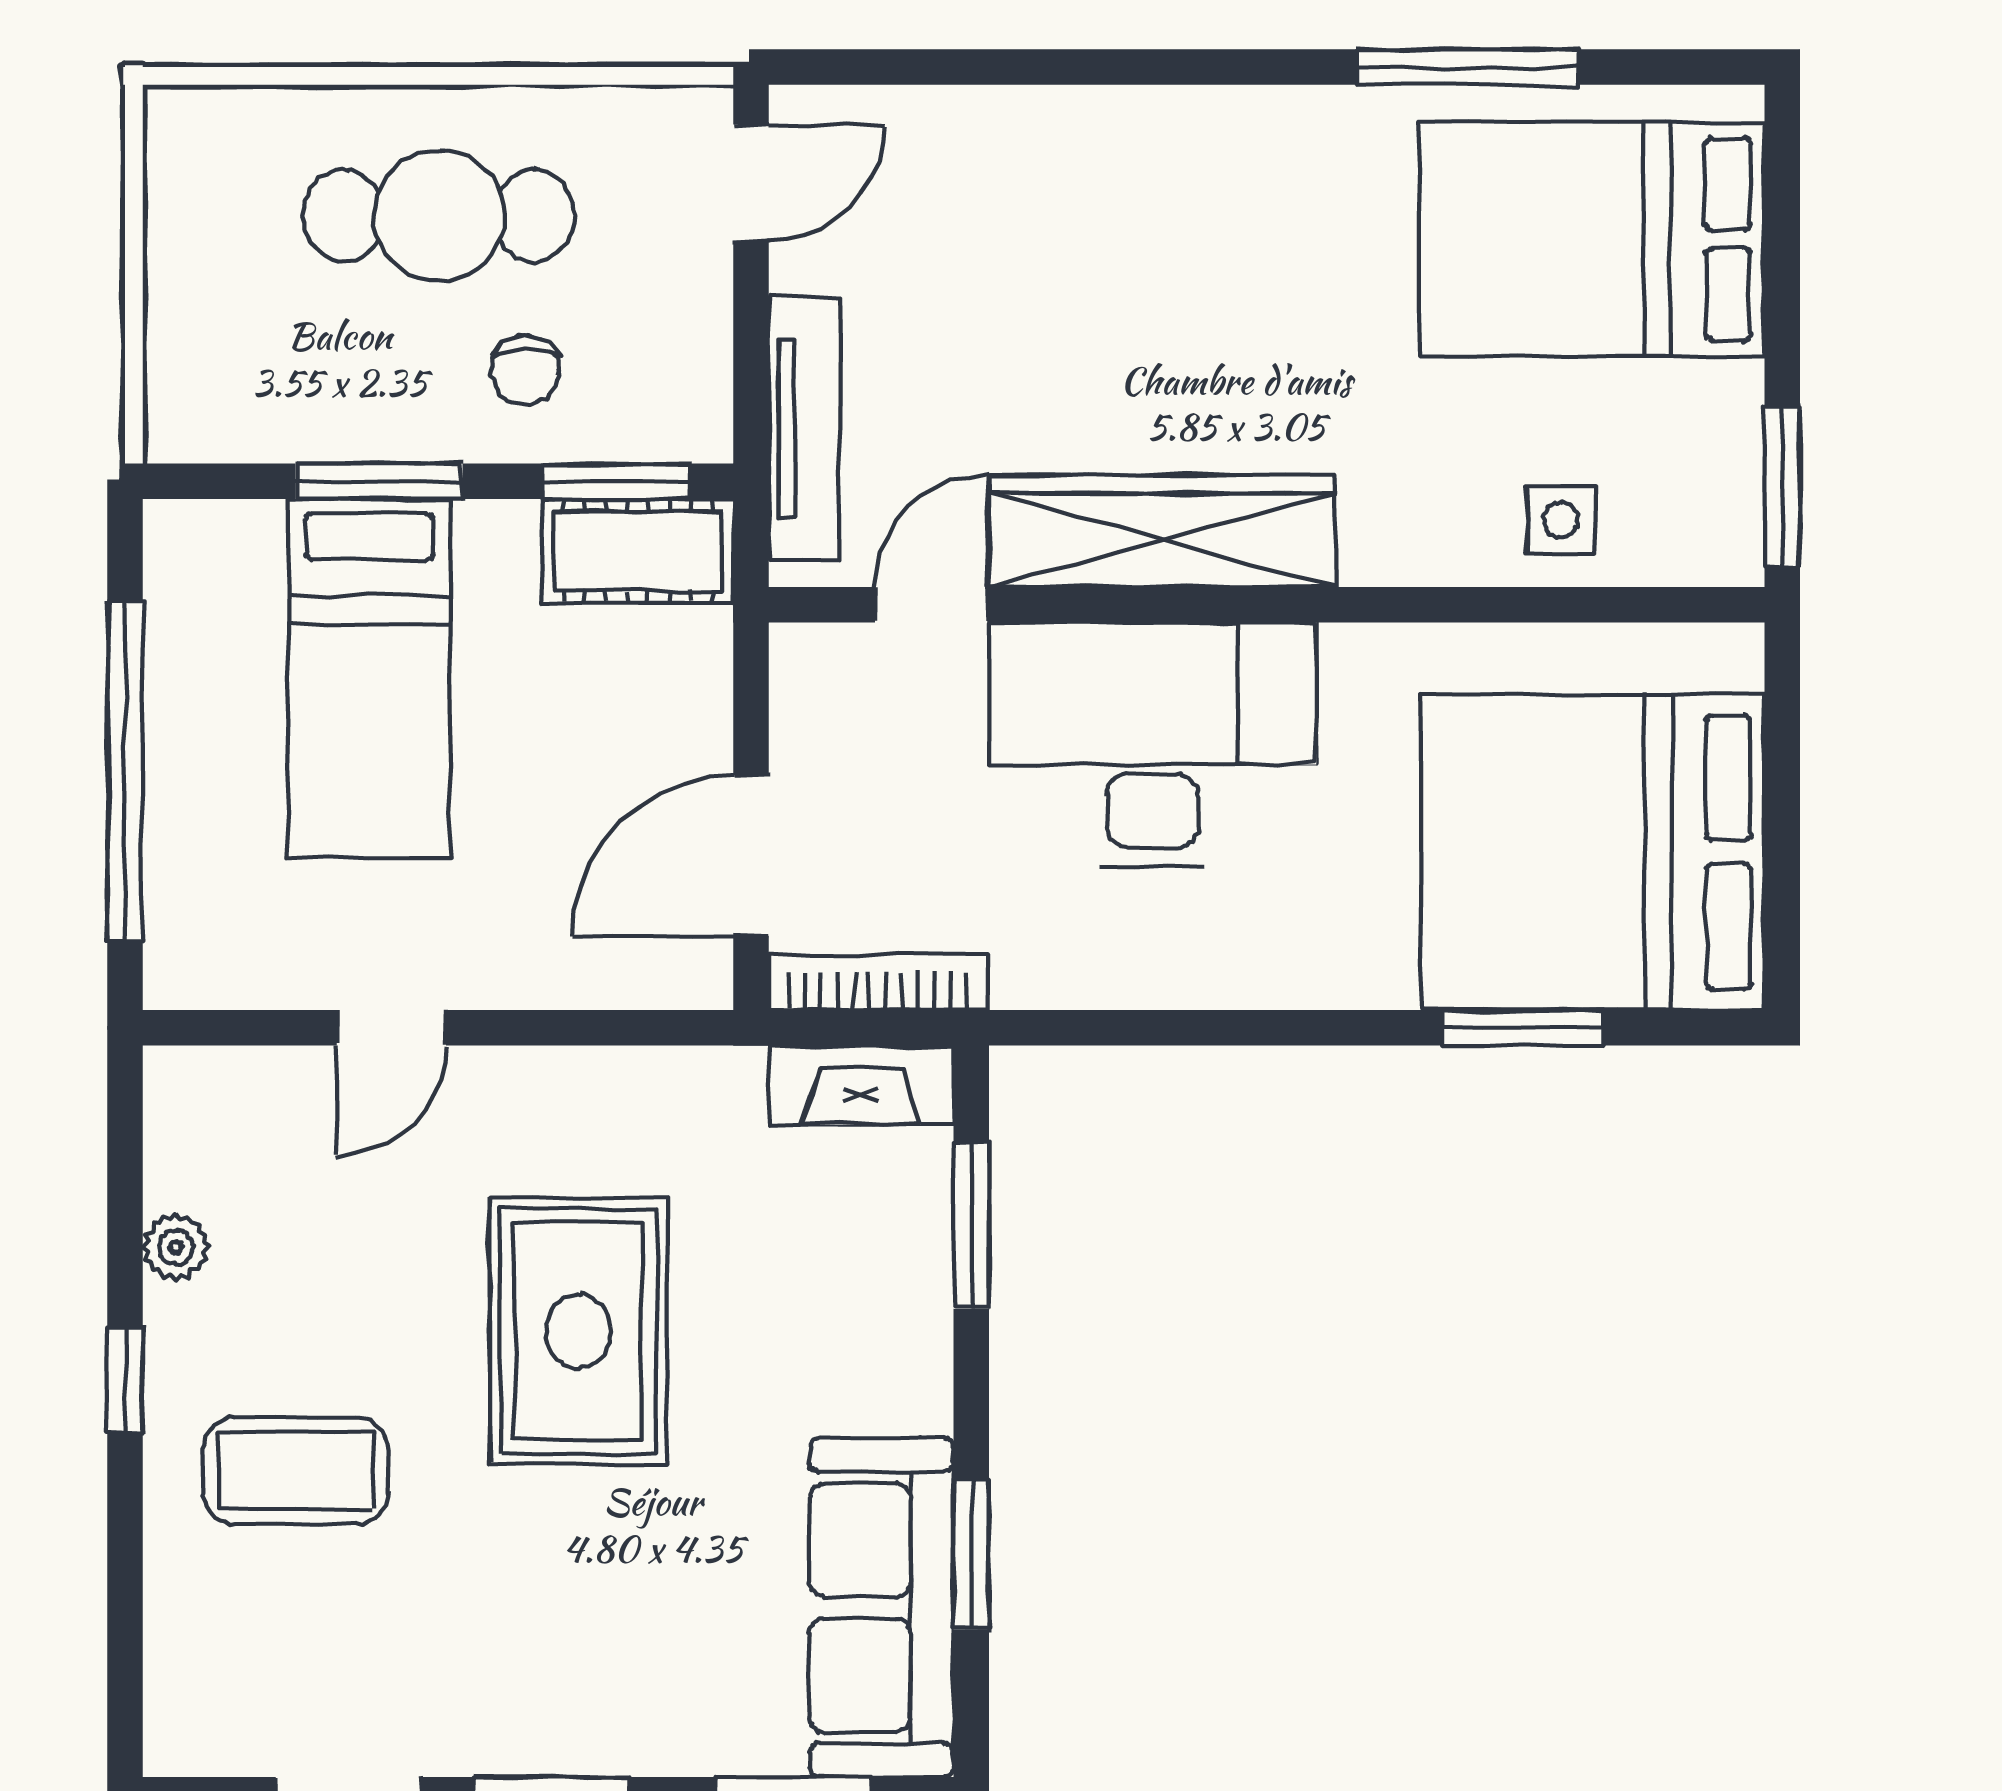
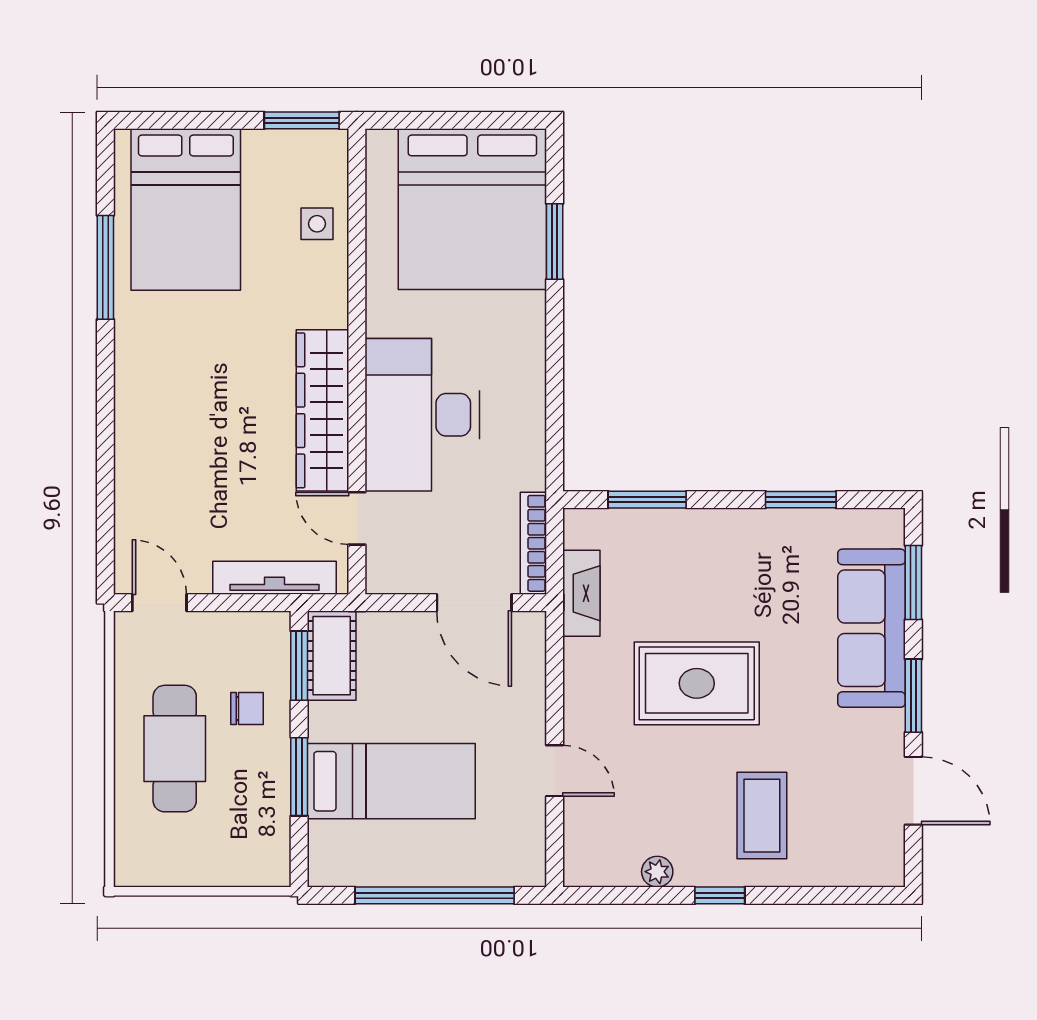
fireplace: (861, 1085) -> (581, 593), moved
sofa: (882, 1608) -> (872, 628), moved, turned 90

